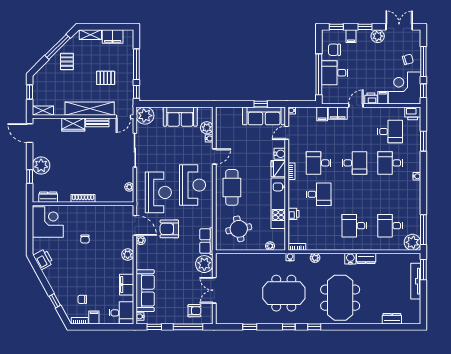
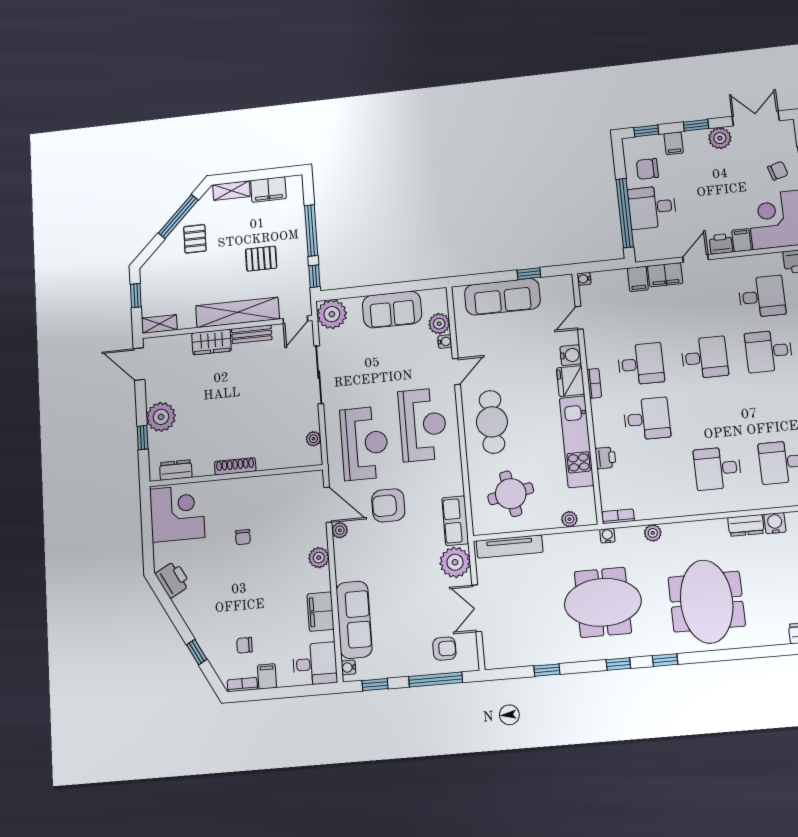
sofa: (264, 116) -> (502, 297), moved
desk: (319, 163) -> (641, 364), turned 180
tv unit: (235, 258) -> (510, 546), added
water cooler: (350, 259) -> (775, 523), moved

